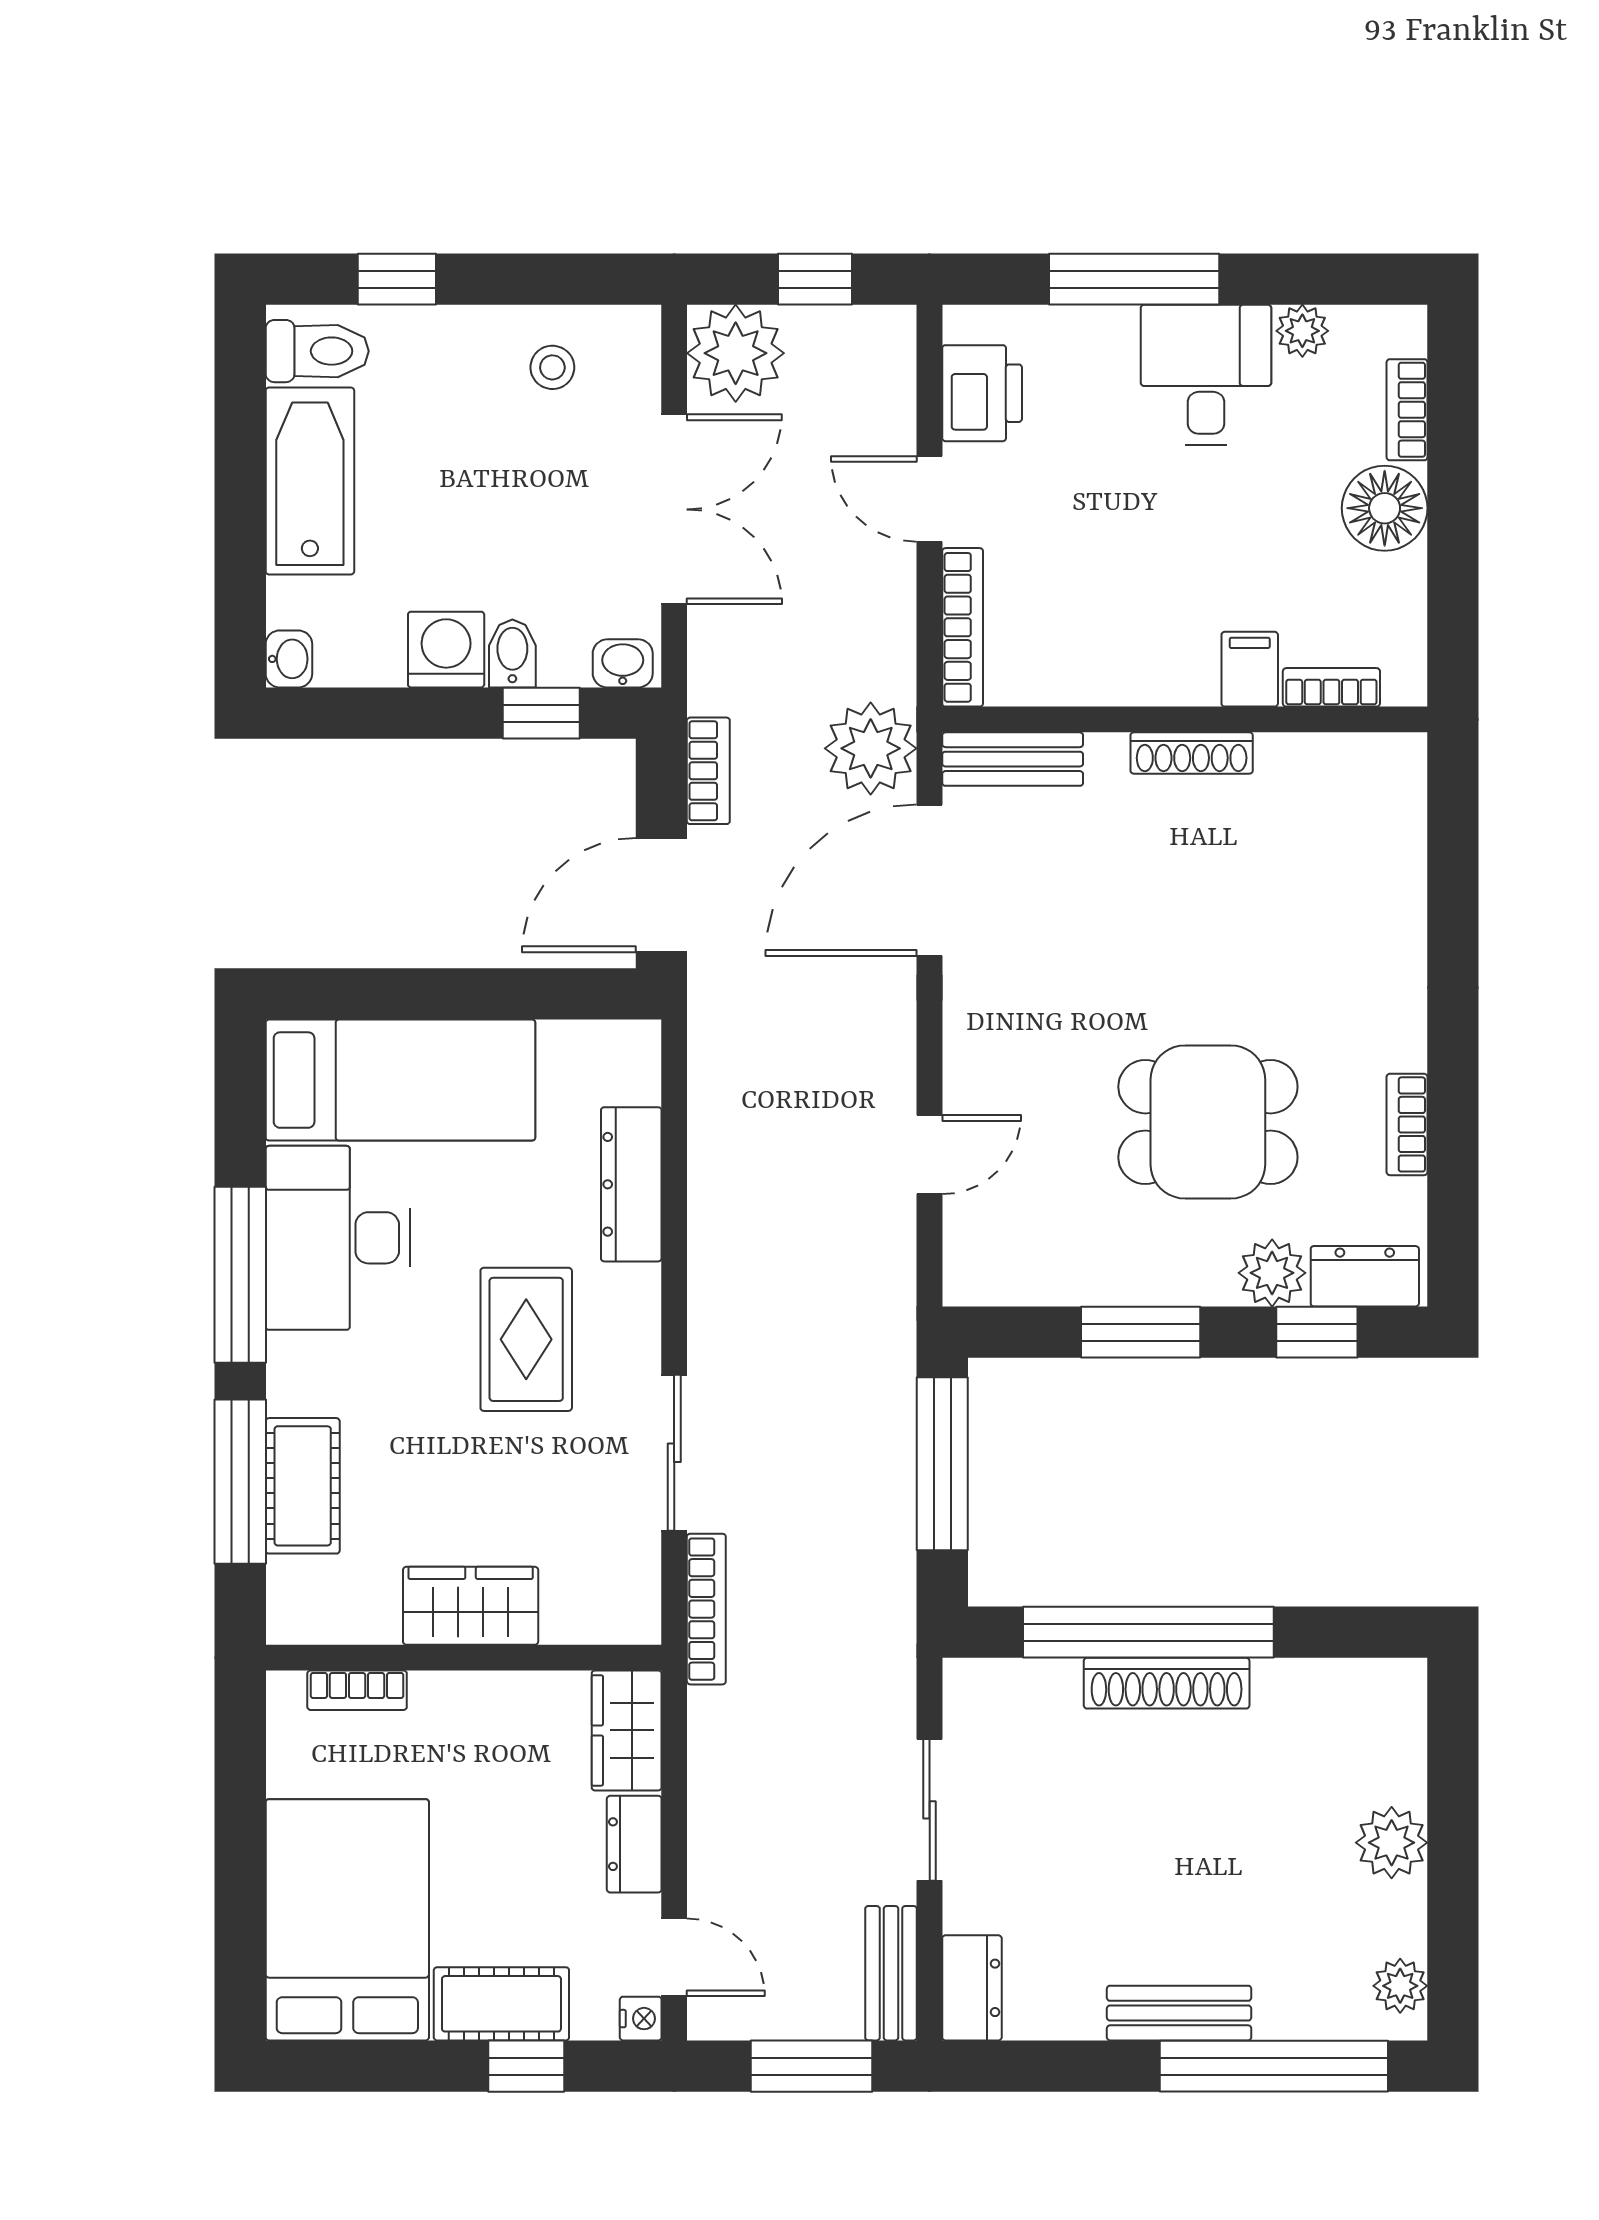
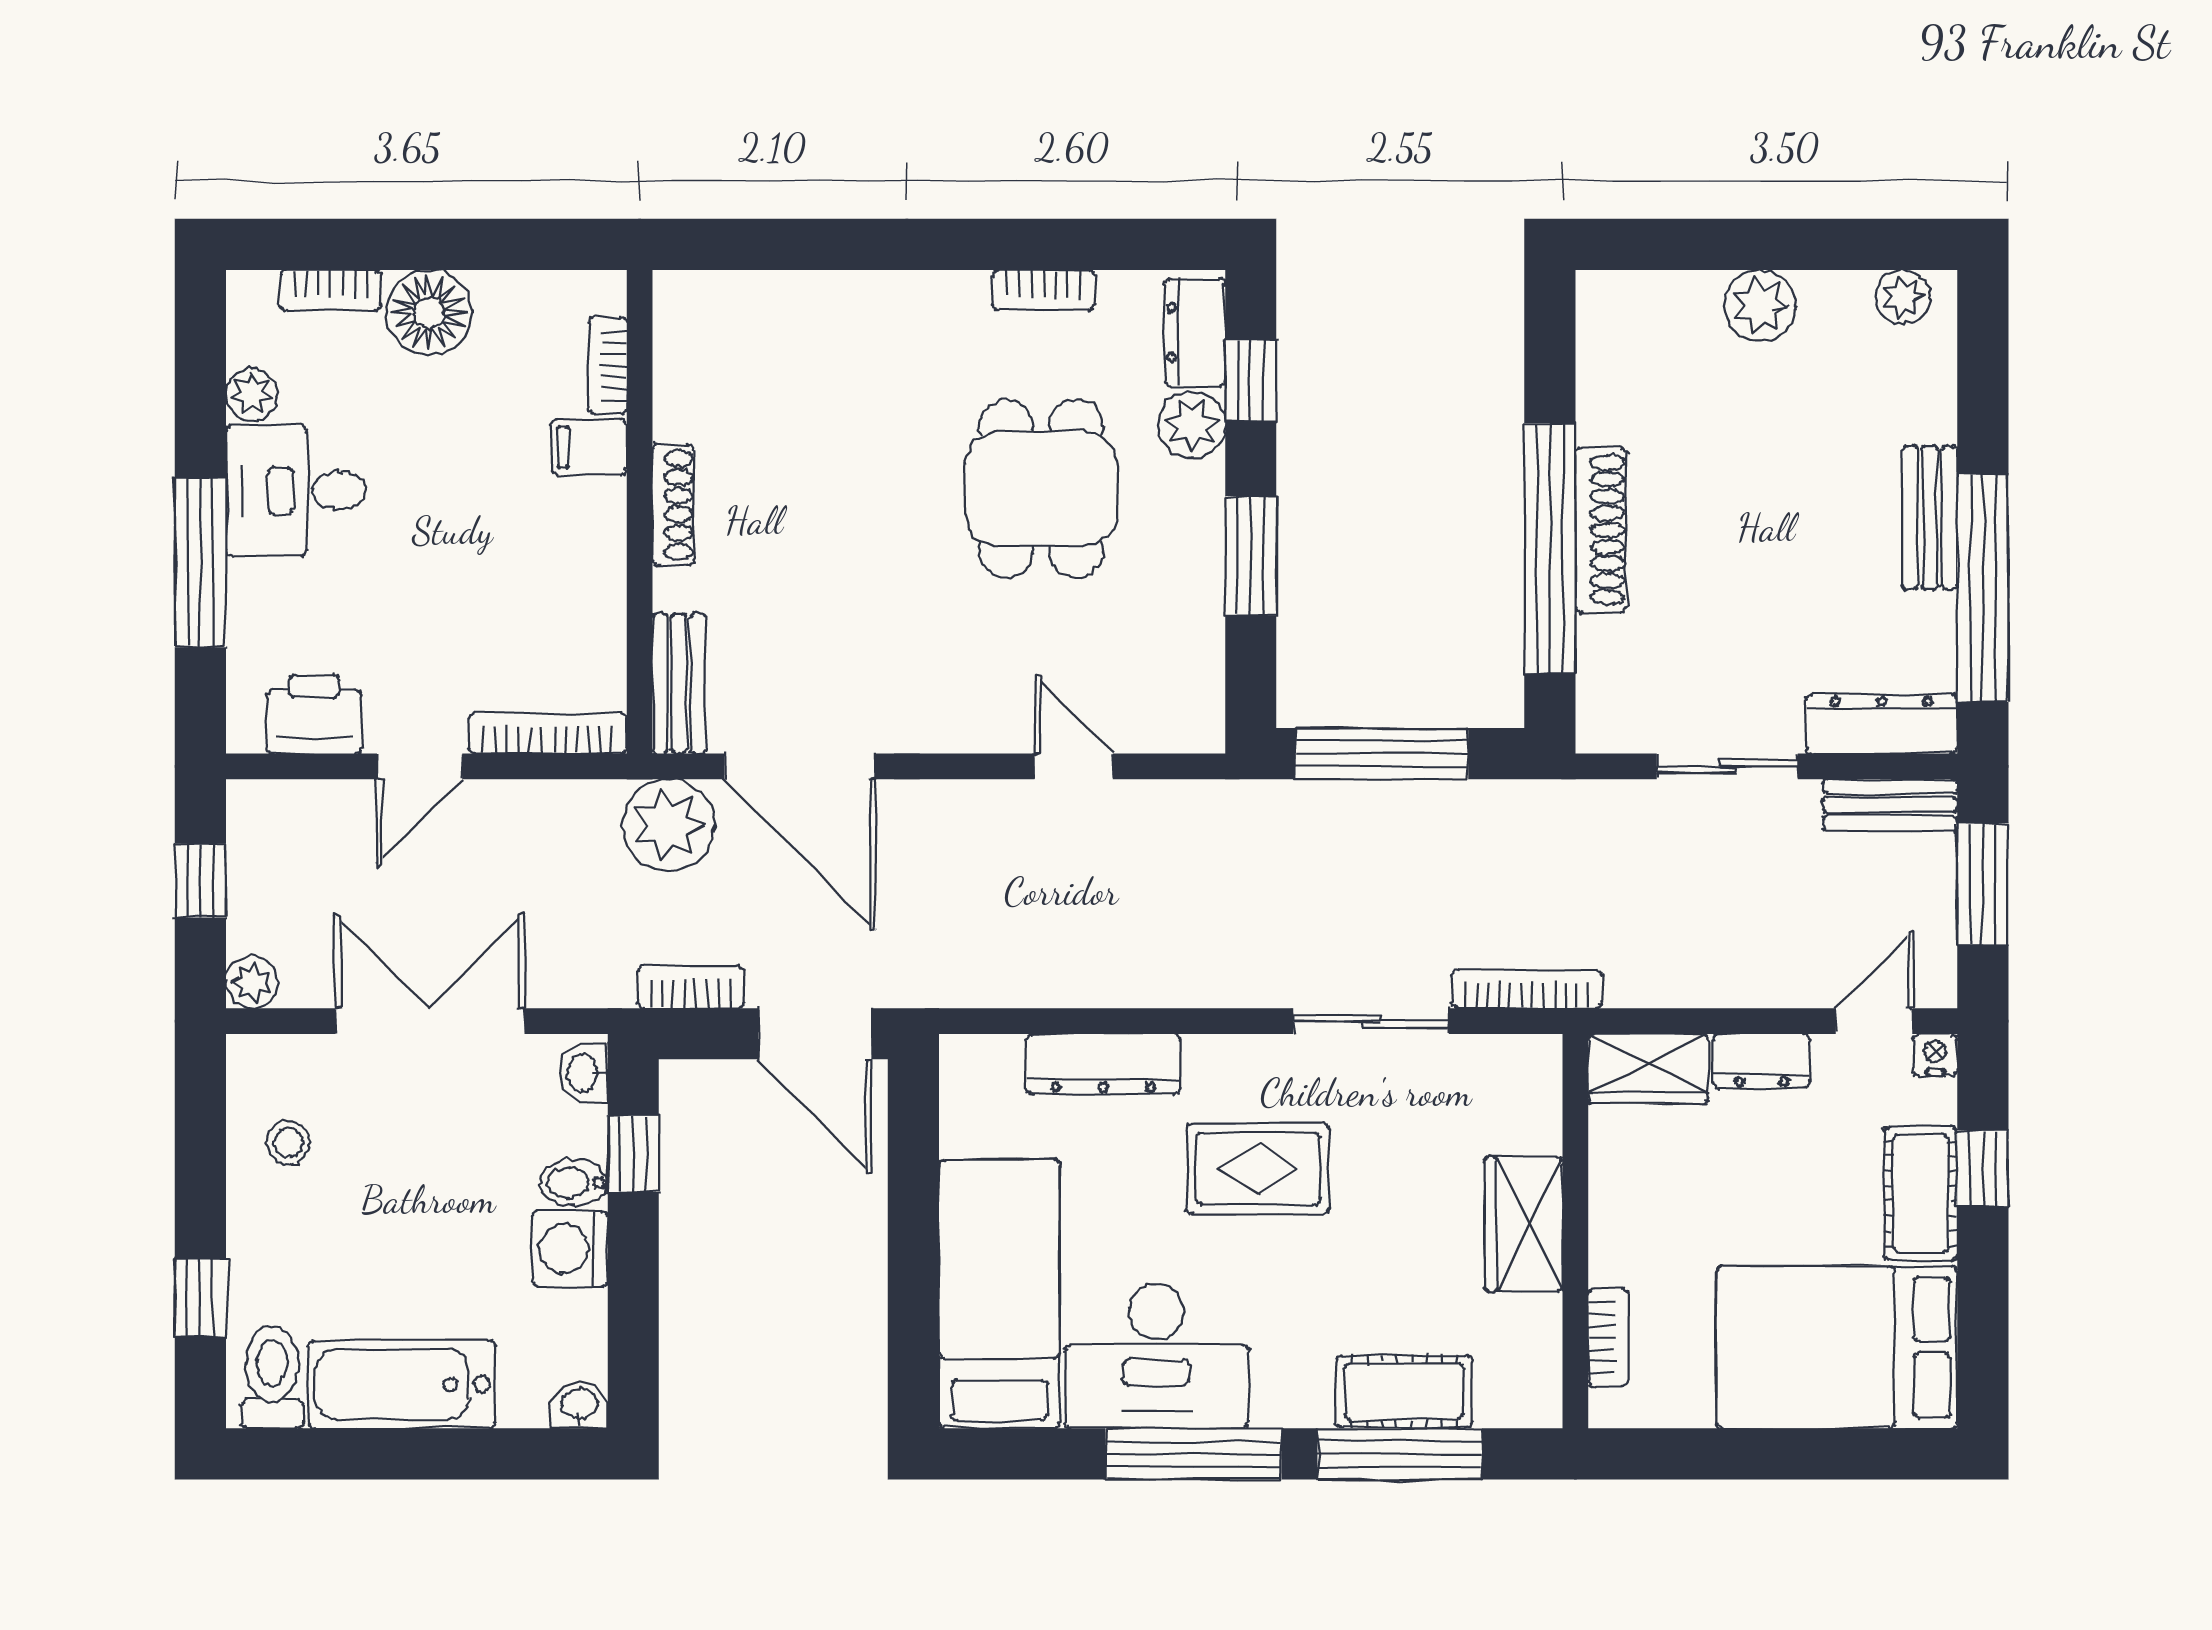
plant: (736, 353) -> (252, 982), width x0.53, depth x0.53
dresser: (972, 1988) -> (1882, 724), width x1.44
window: (1274, 2066) -> (1983, 588), moved

